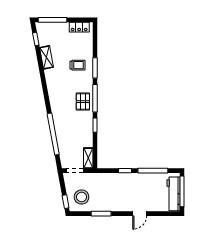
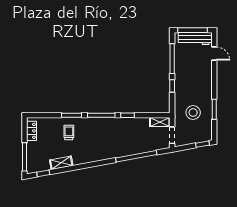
pallet: (83, 102) -> (104, 127), removed
stool: (82, 197) -> (193, 113), moved
door: (140, 214) -> (214, 54), moved

